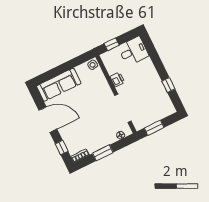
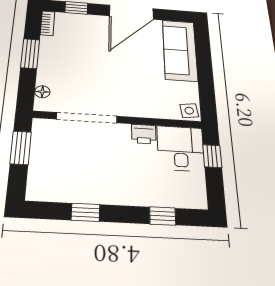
desk: (133, 51) -> (181, 148), moved, turned 180
window: (153, 53) -> (163, 216), added

